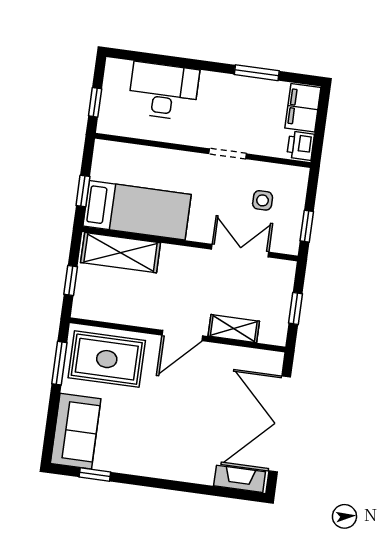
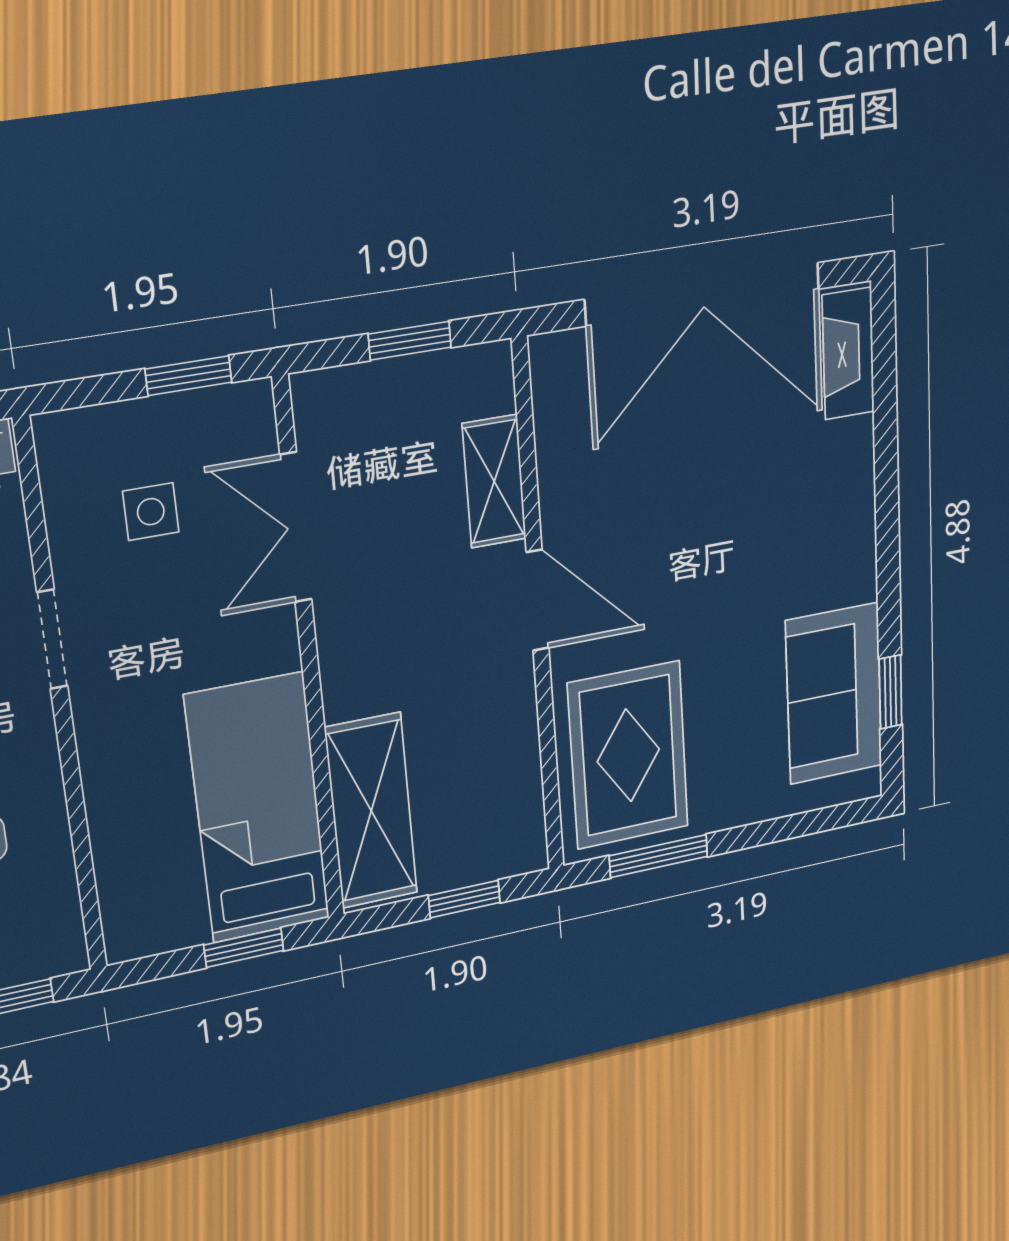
sofa: (76, 431) -> (834, 694), moved, turned -90

